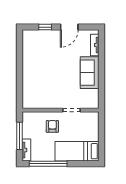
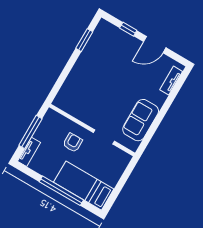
window: (20, 52) -> (84, 40), added
sofa: (90, 73) -> (141, 120), moved
window: (48, 164) -> (61, 191), moved

